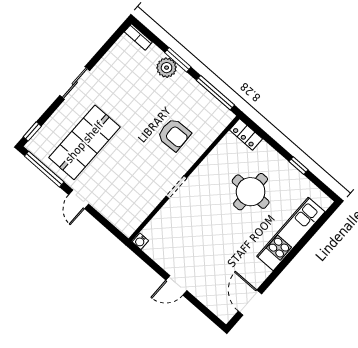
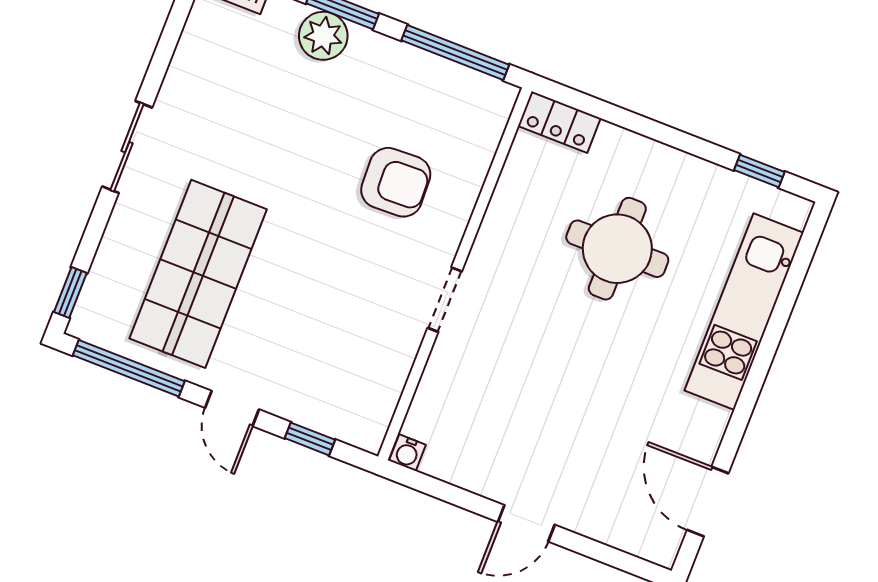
window: (298, 166) -> (759, 171), moved
window: (104, 222) -> (310, 439), added

